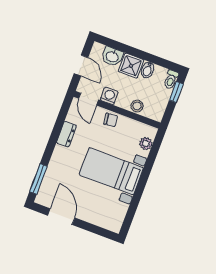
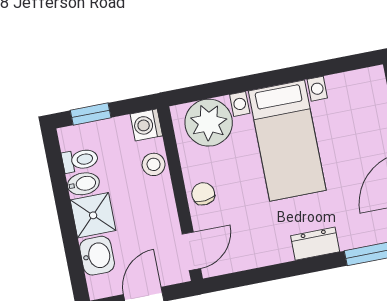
toilet: (171, 79) -> (80, 160), moved
washing machine: (109, 96) -> (146, 125), moved
dresser: (66, 134) -> (315, 244), moved
plant: (146, 144) -> (209, 123), width x1.87, depth x1.87

